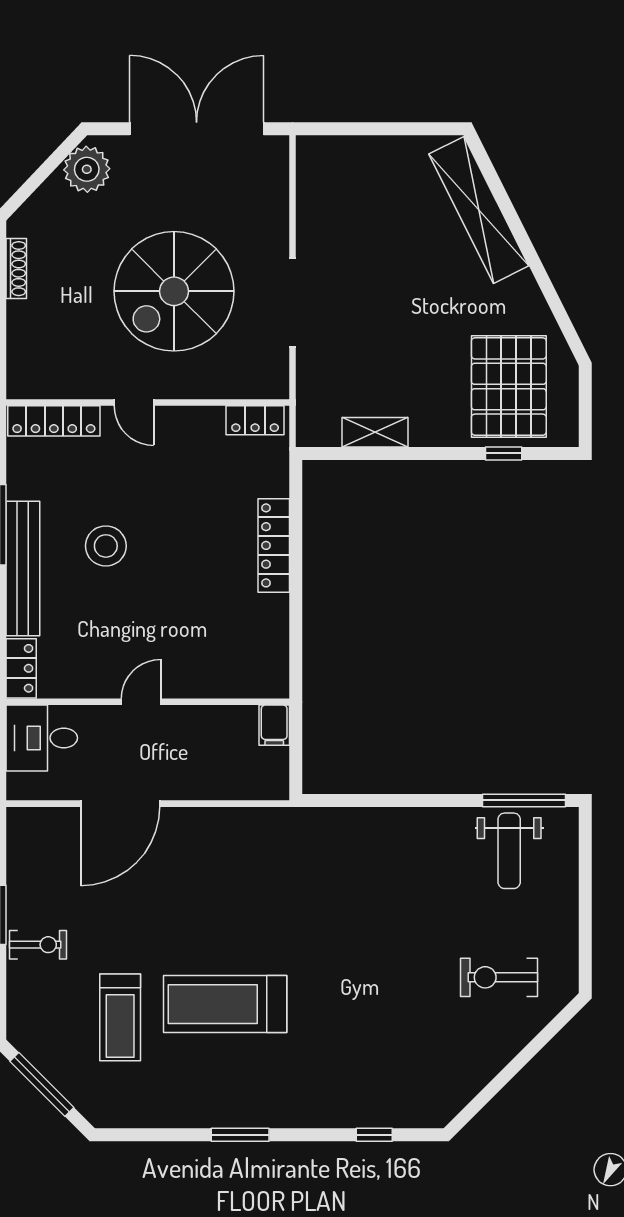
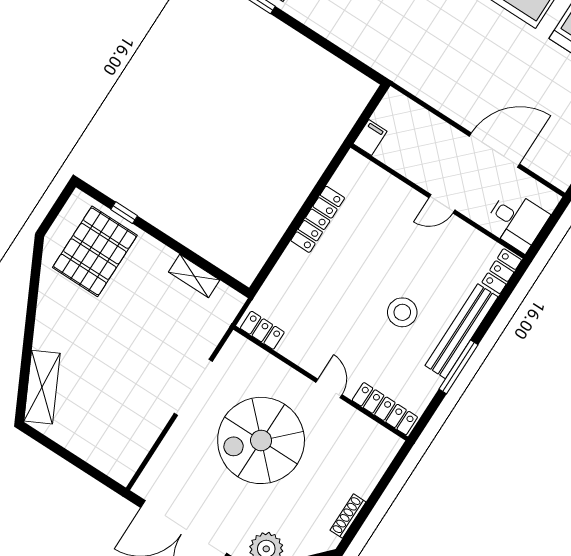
shelving: (479, 210) -> (42, 387), width x0.68
spiral stairs: (174, 291) -> (261, 440), turned 180
locker: (274, 545) -> (318, 219), moved

